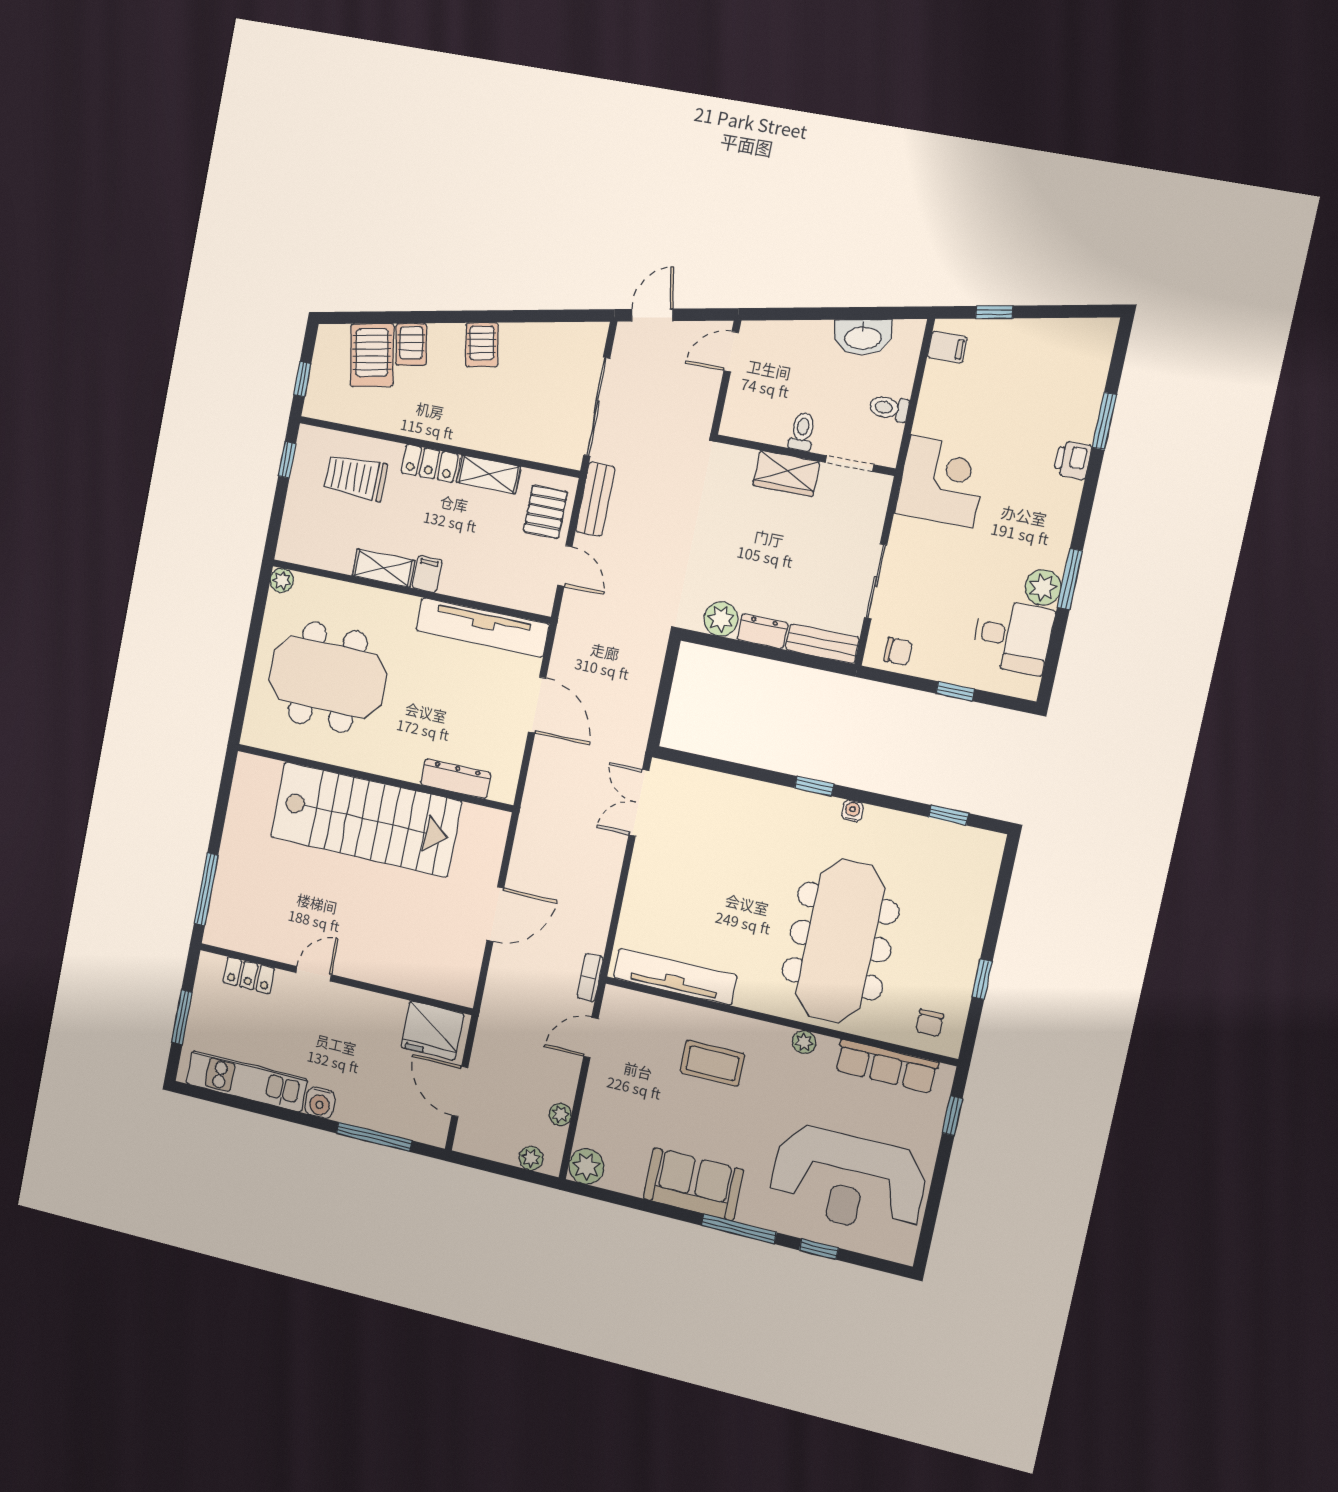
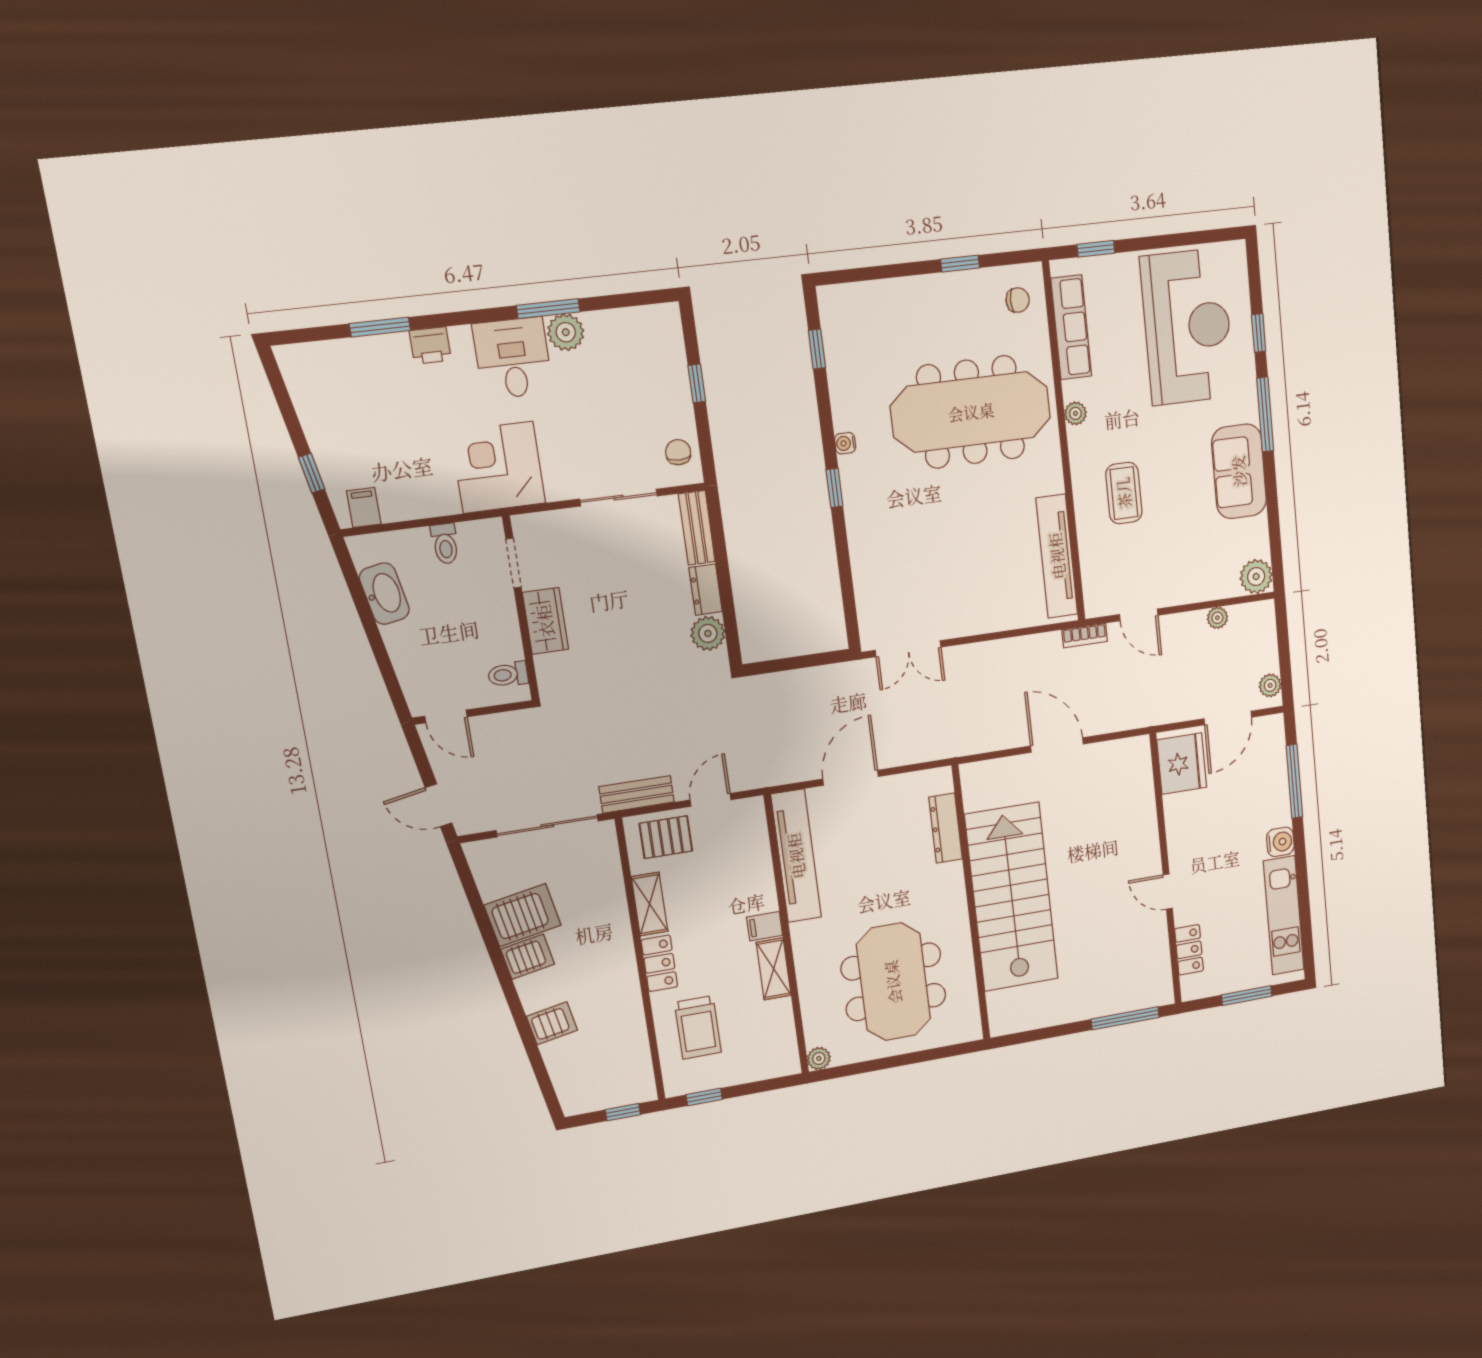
server rack: (372, 355) -> (523, 915), moved
toilet: (802, 432) -> (508, 675), moved
desk: (1013, 636) -> (513, 358), moved
plant: (531, 1158) -> (1270, 685), moved

